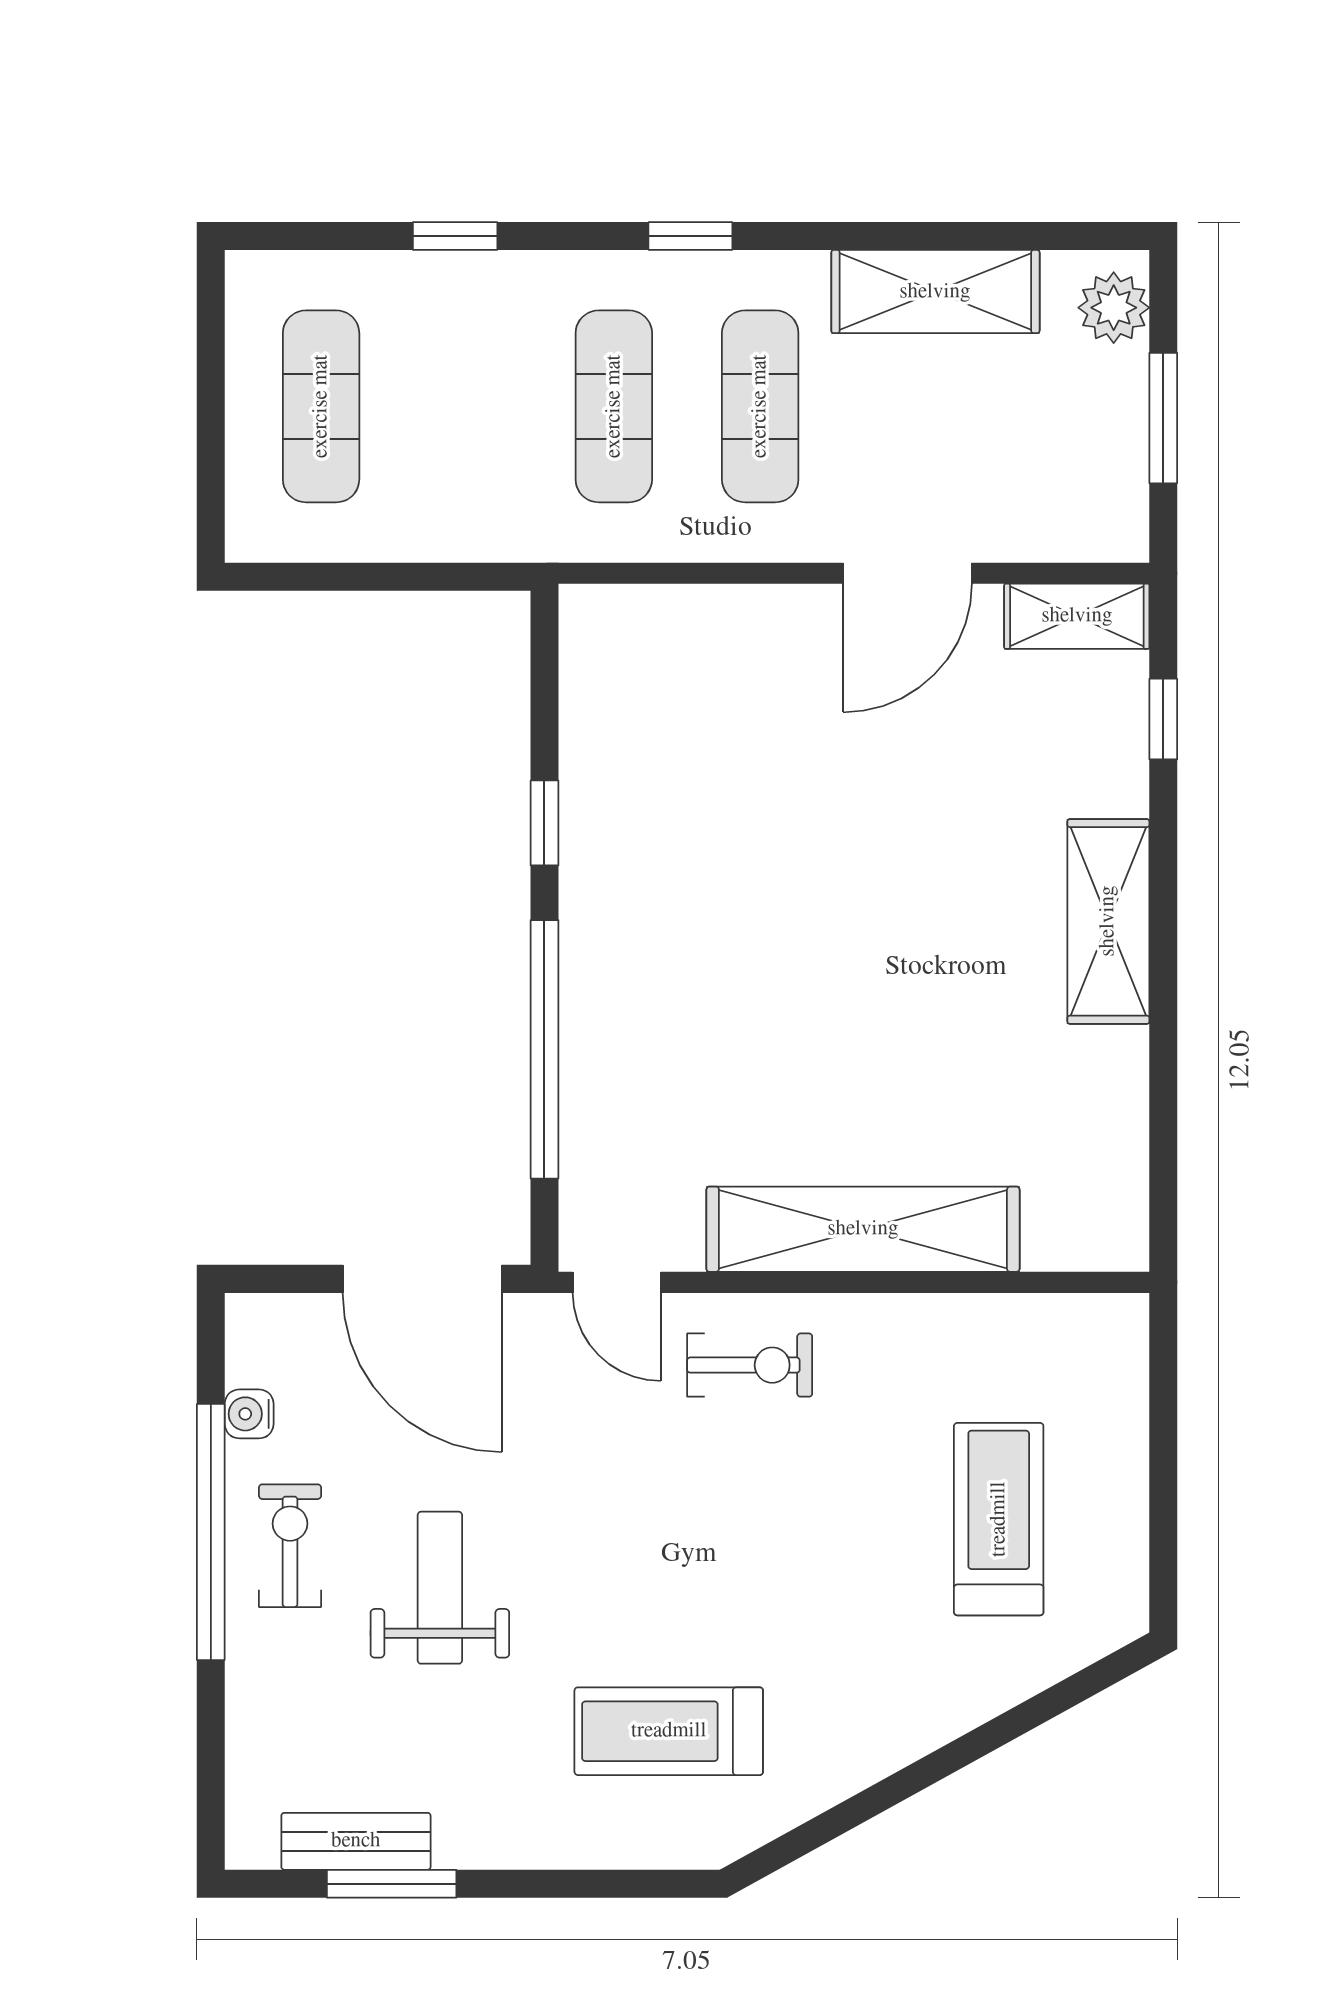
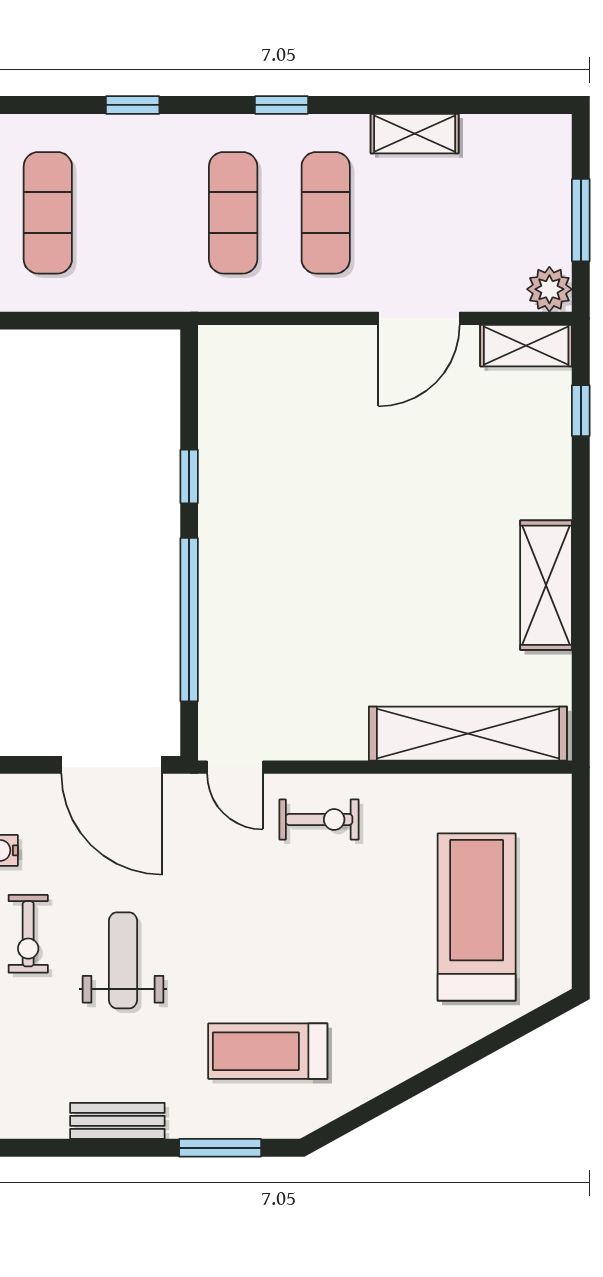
shelving: (935, 292) -> (415, 134), width x0.67, depth x0.75
plant: (1114, 308) -> (549, 289), moved
shelving: (1108, 921) -> (546, 585), moved
shelving: (863, 1229) -> (468, 734), moved
treadmill: (999, 1519) -> (477, 917), width x1.37, depth x1.38
exercise bike: (290, 1546) -> (28, 934), turned 180
bench: (356, 1841) -> (117, 1121), moved
window: (392, 1884) -> (220, 1148), moved

